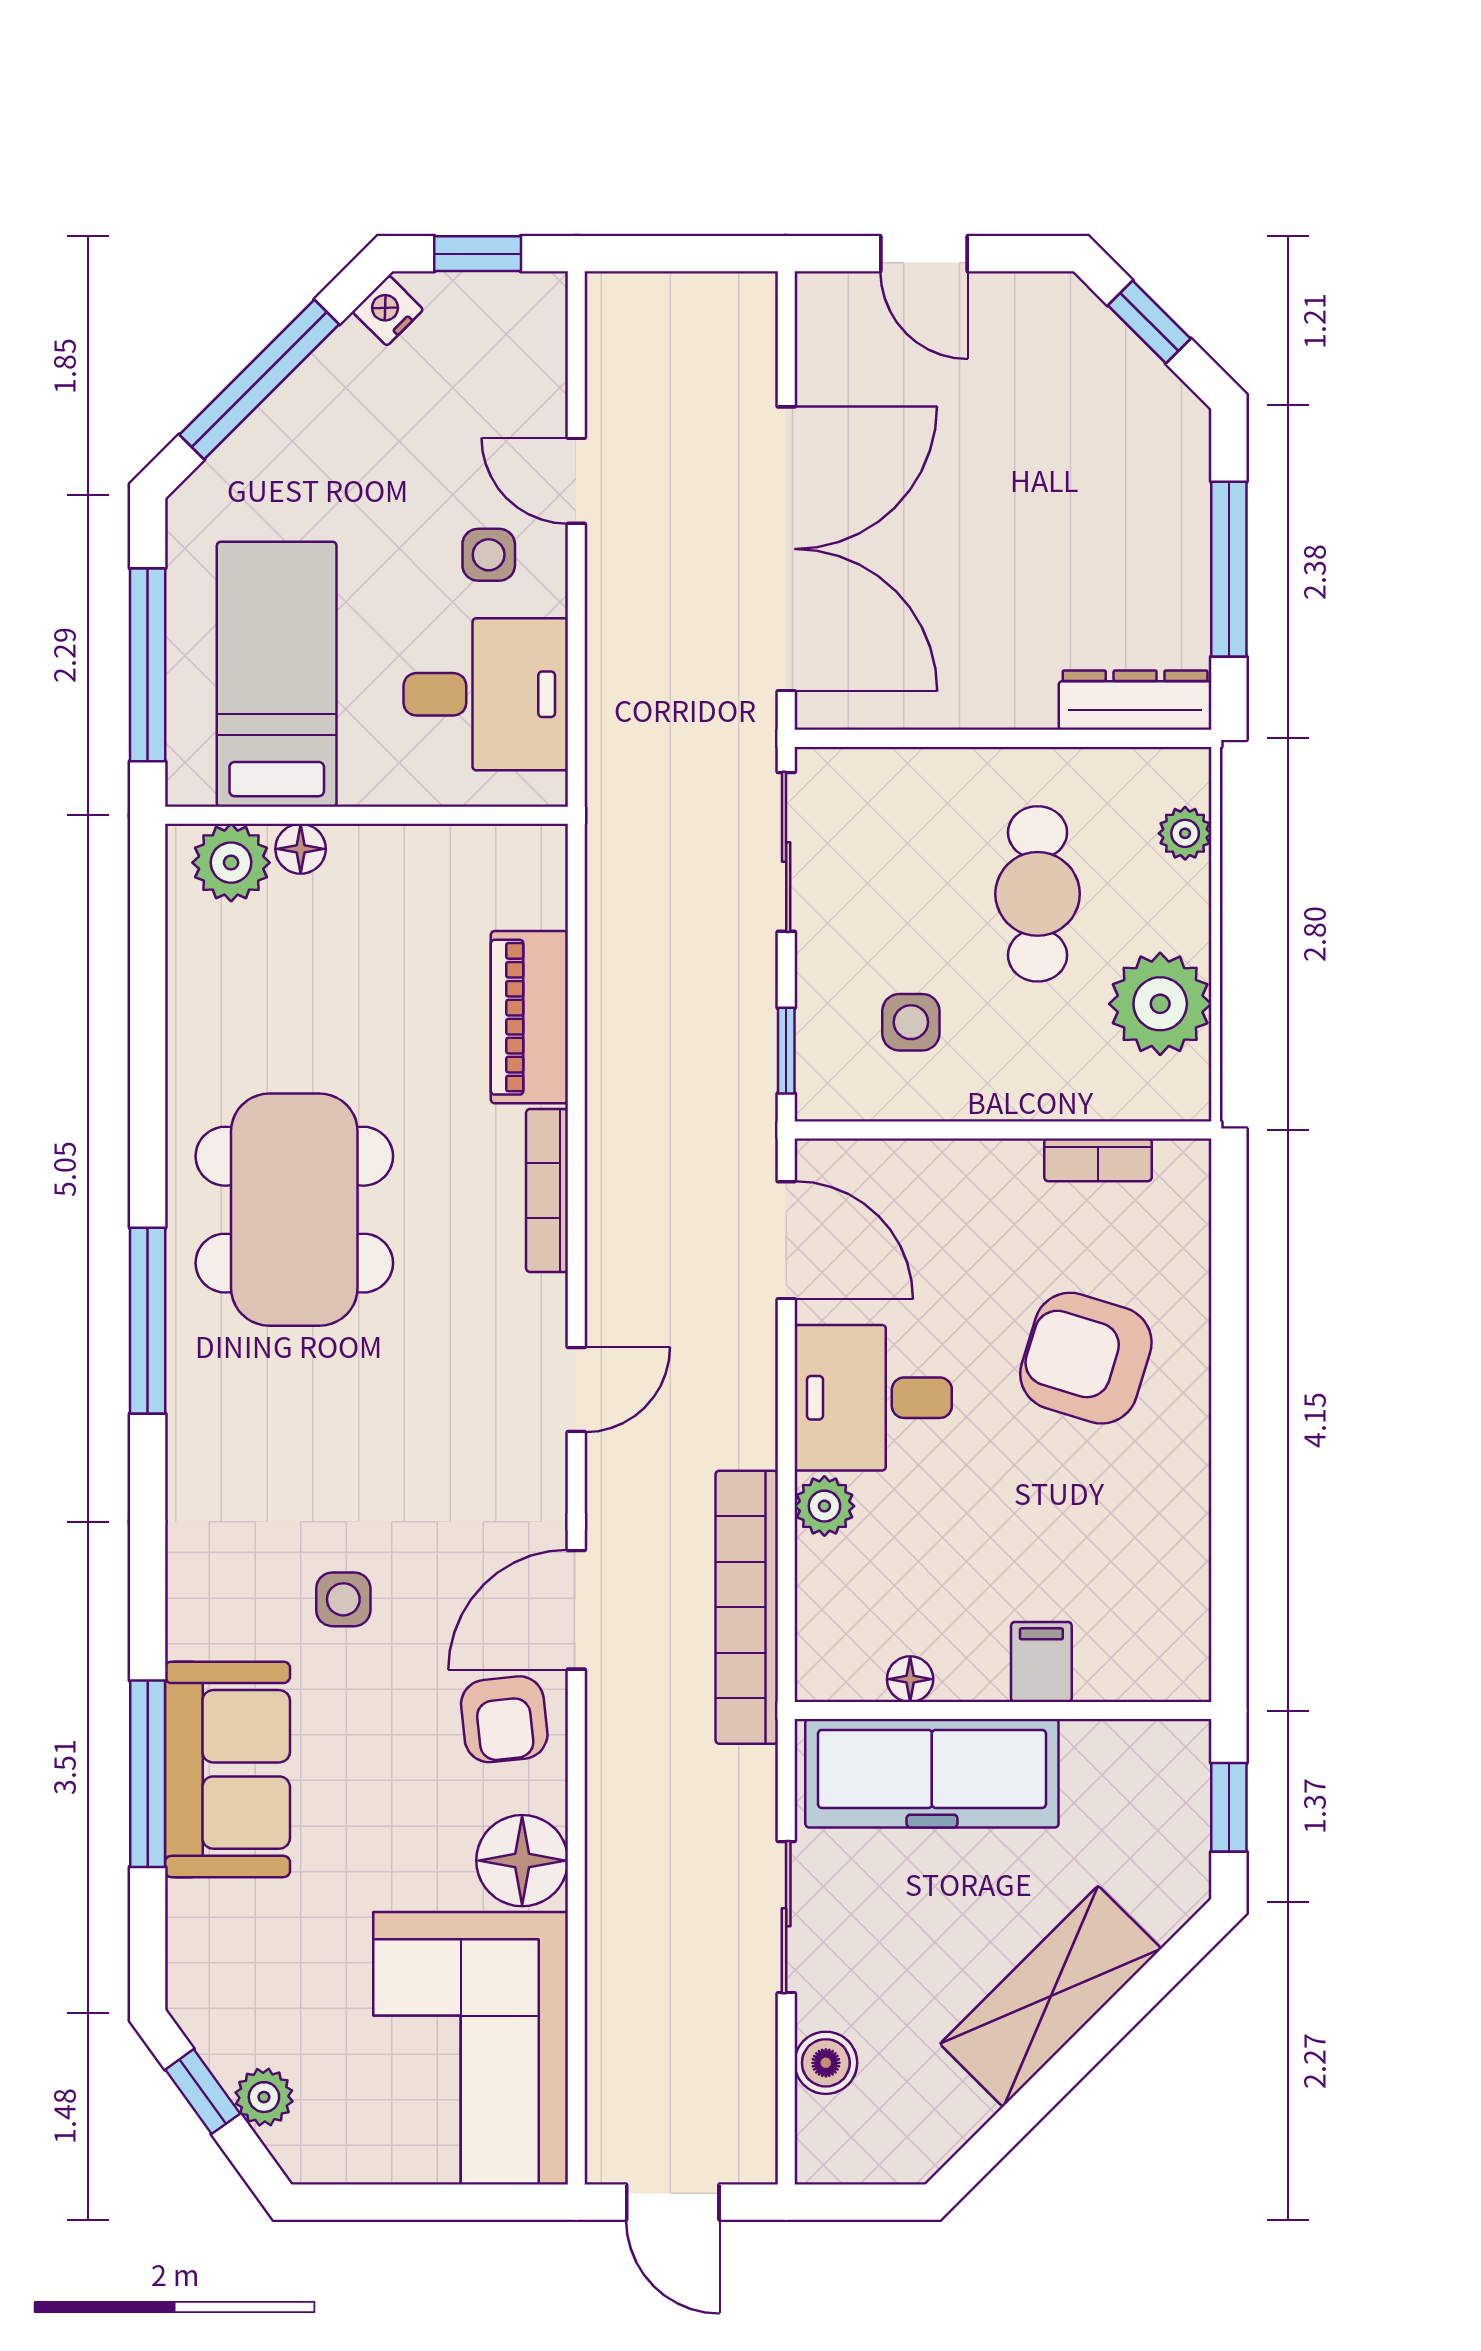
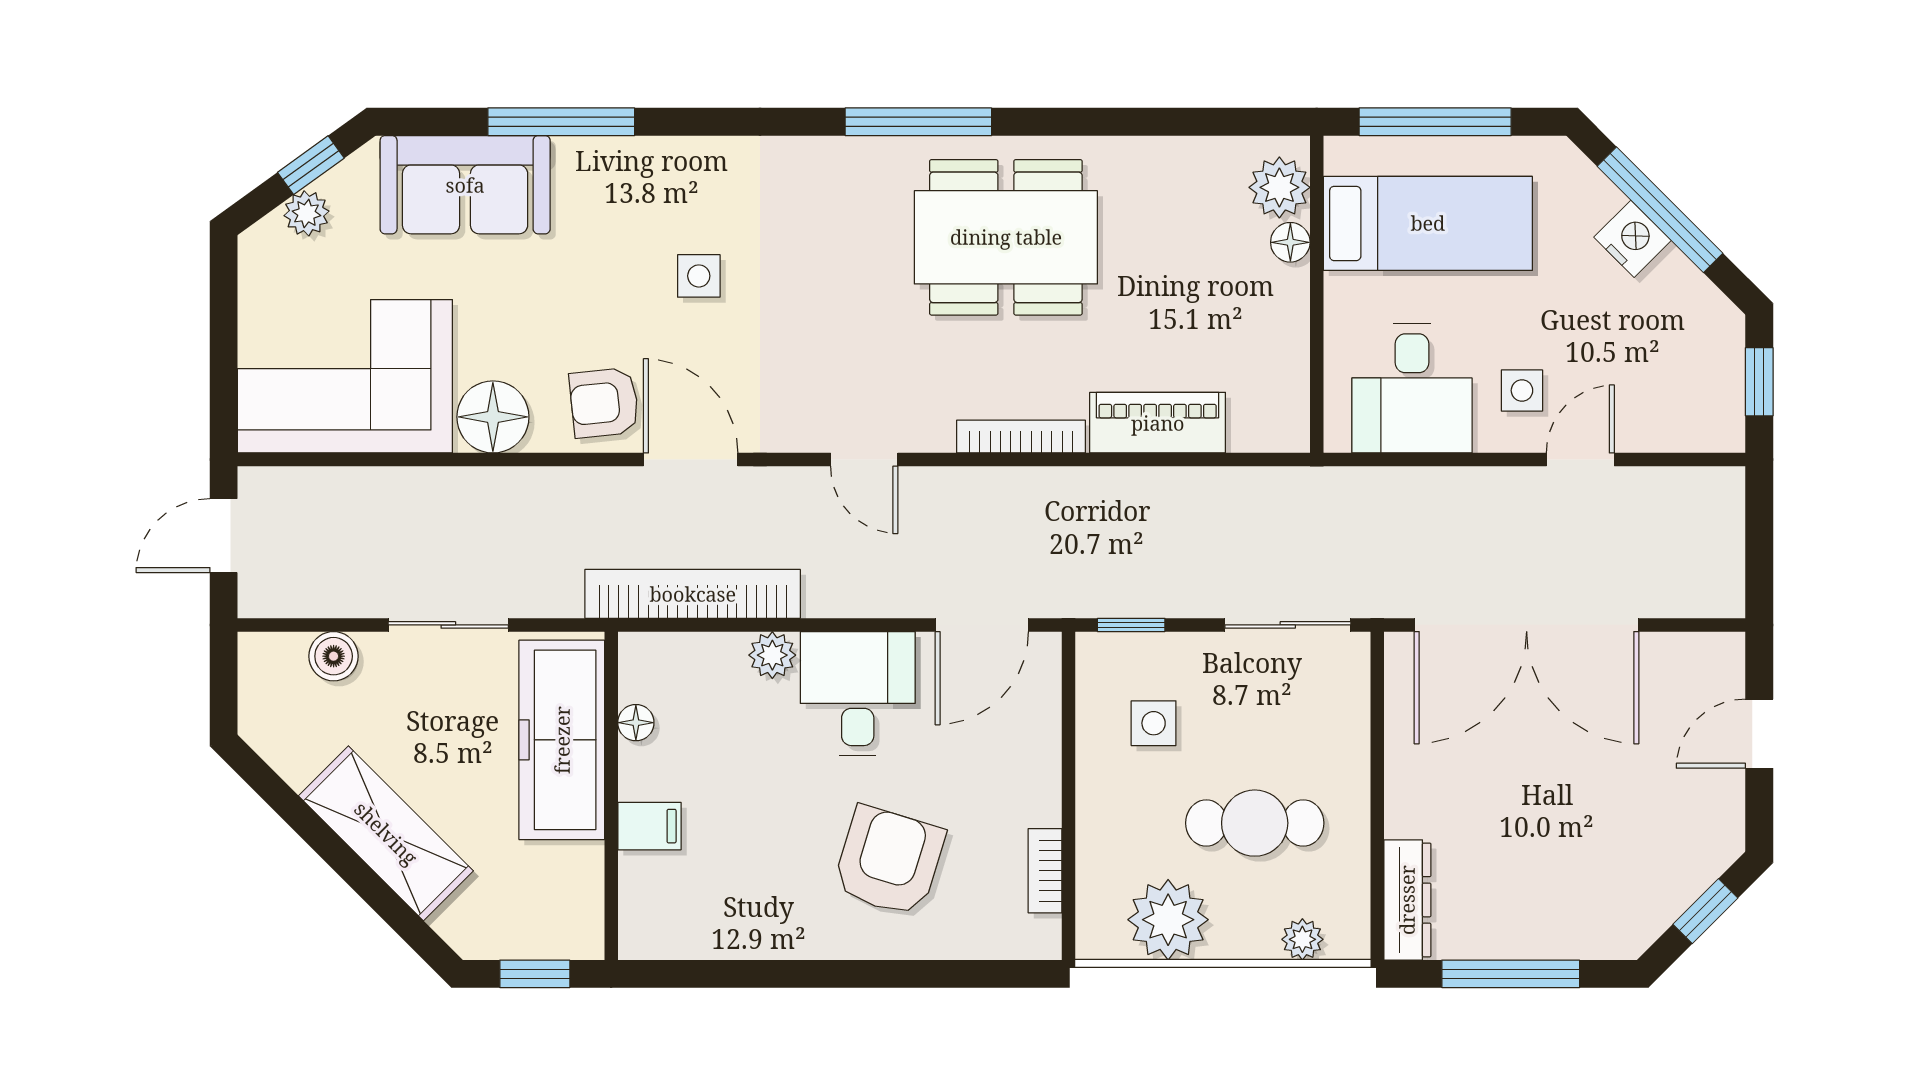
nightstand: (388, 311) -> (1632, 239), moved, width x1.39, depth x1.35
sofa: (227, 1769) -> (465, 185), moved

